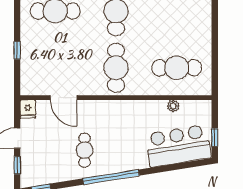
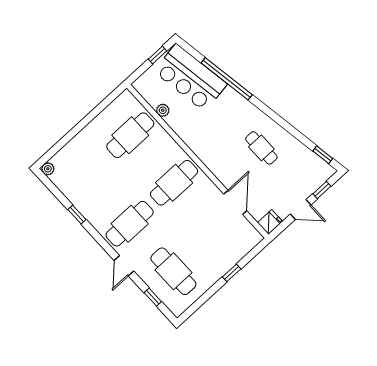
cafe table: (177, 68) -> (130, 135), turned 90
cafe table: (85, 150) -> (261, 148), turned 90
window: (111, 177) -> (227, 79), moved

